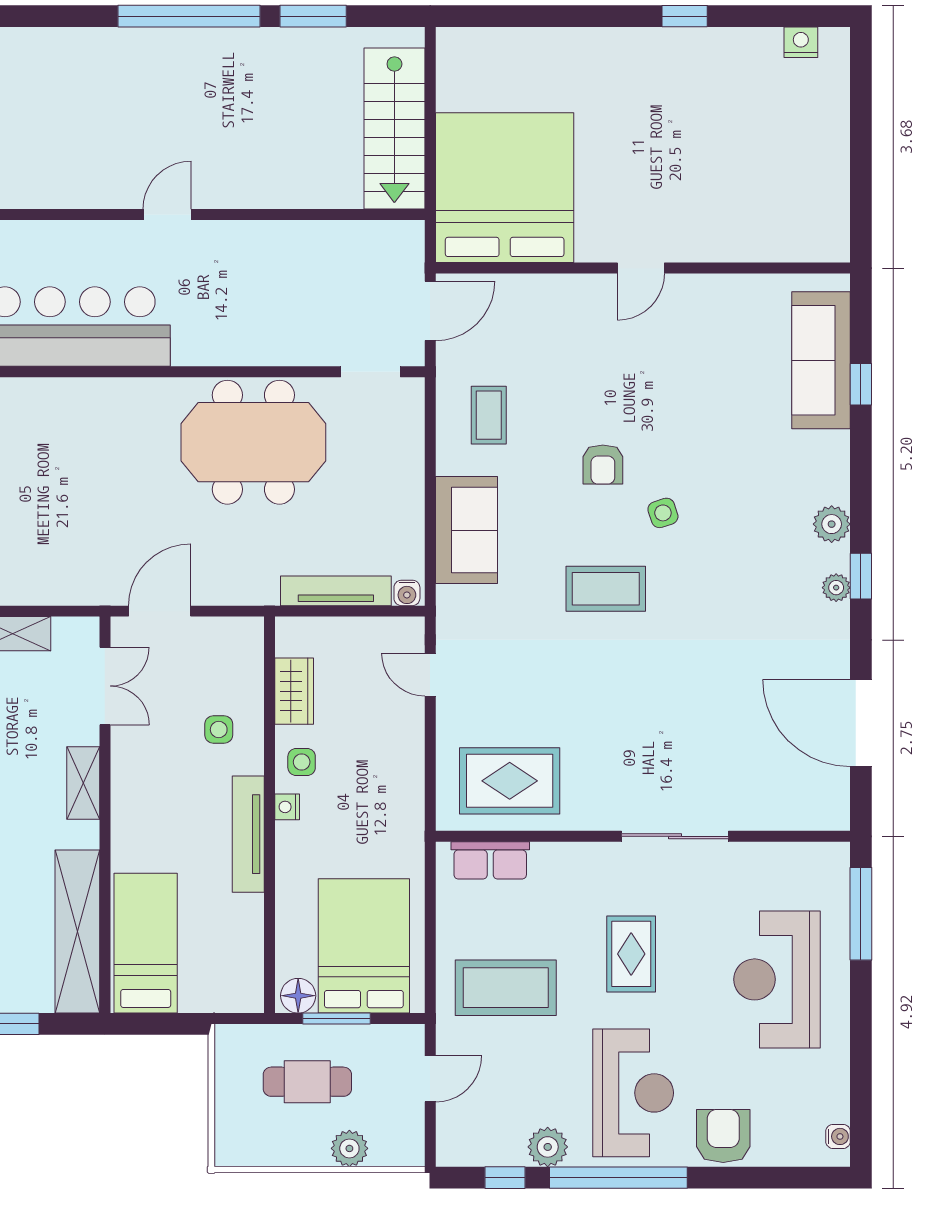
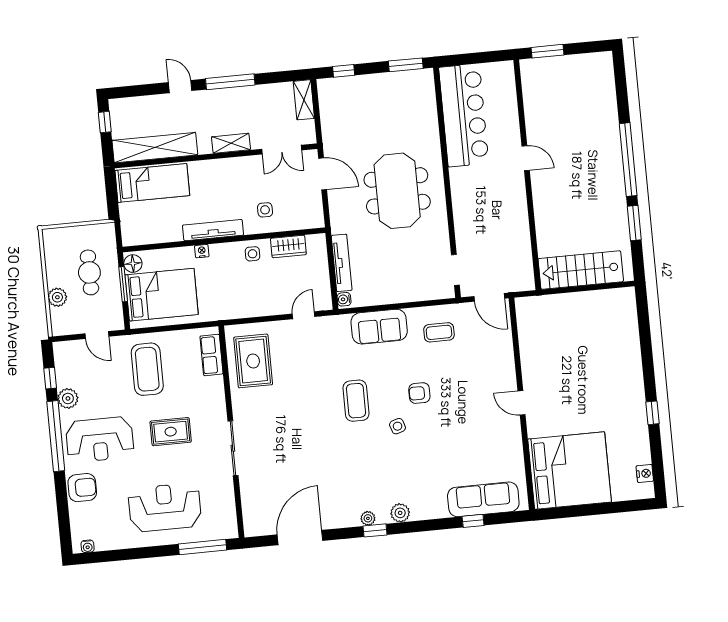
bed: (505, 188) -> (570, 471), moved
meeting table: (253, 442) -> (397, 191), moved
nightstand: (287, 807) -> (202, 251), moved

